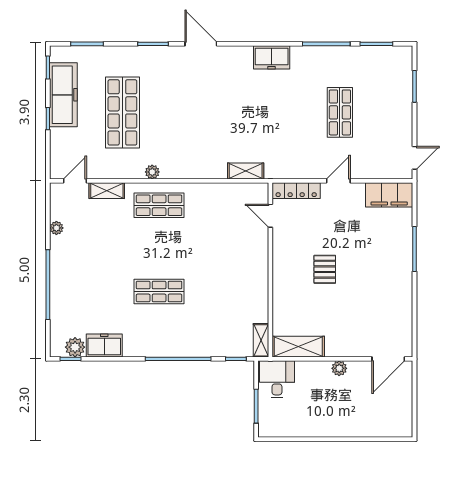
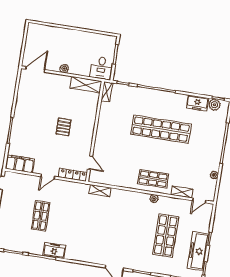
freezer: (272, 57) -> (54, 250), moved
shop shelf: (159, 291) -> (161, 129), width x2.00, depth x1.36

